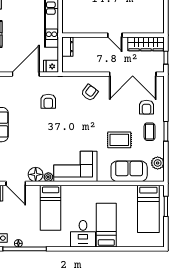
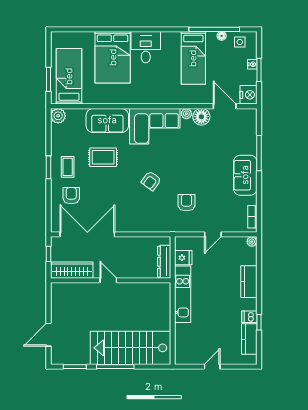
dresser: (67, 47) -> (164, 262), width x1.44
fridge: (51, 66) -> (183, 258), moved
door: (26, 74) -> (213, 234), width x0.53
armchair: (90, 93) -> (151, 181), moved
plant: (158, 163) -> (58, 116), moved
sofa: (129, 171) -> (107, 120), moved
bed: (51, 208) -> (193, 58), moved, turned 180
bed: (106, 225) -> (113, 57), width x1.50

